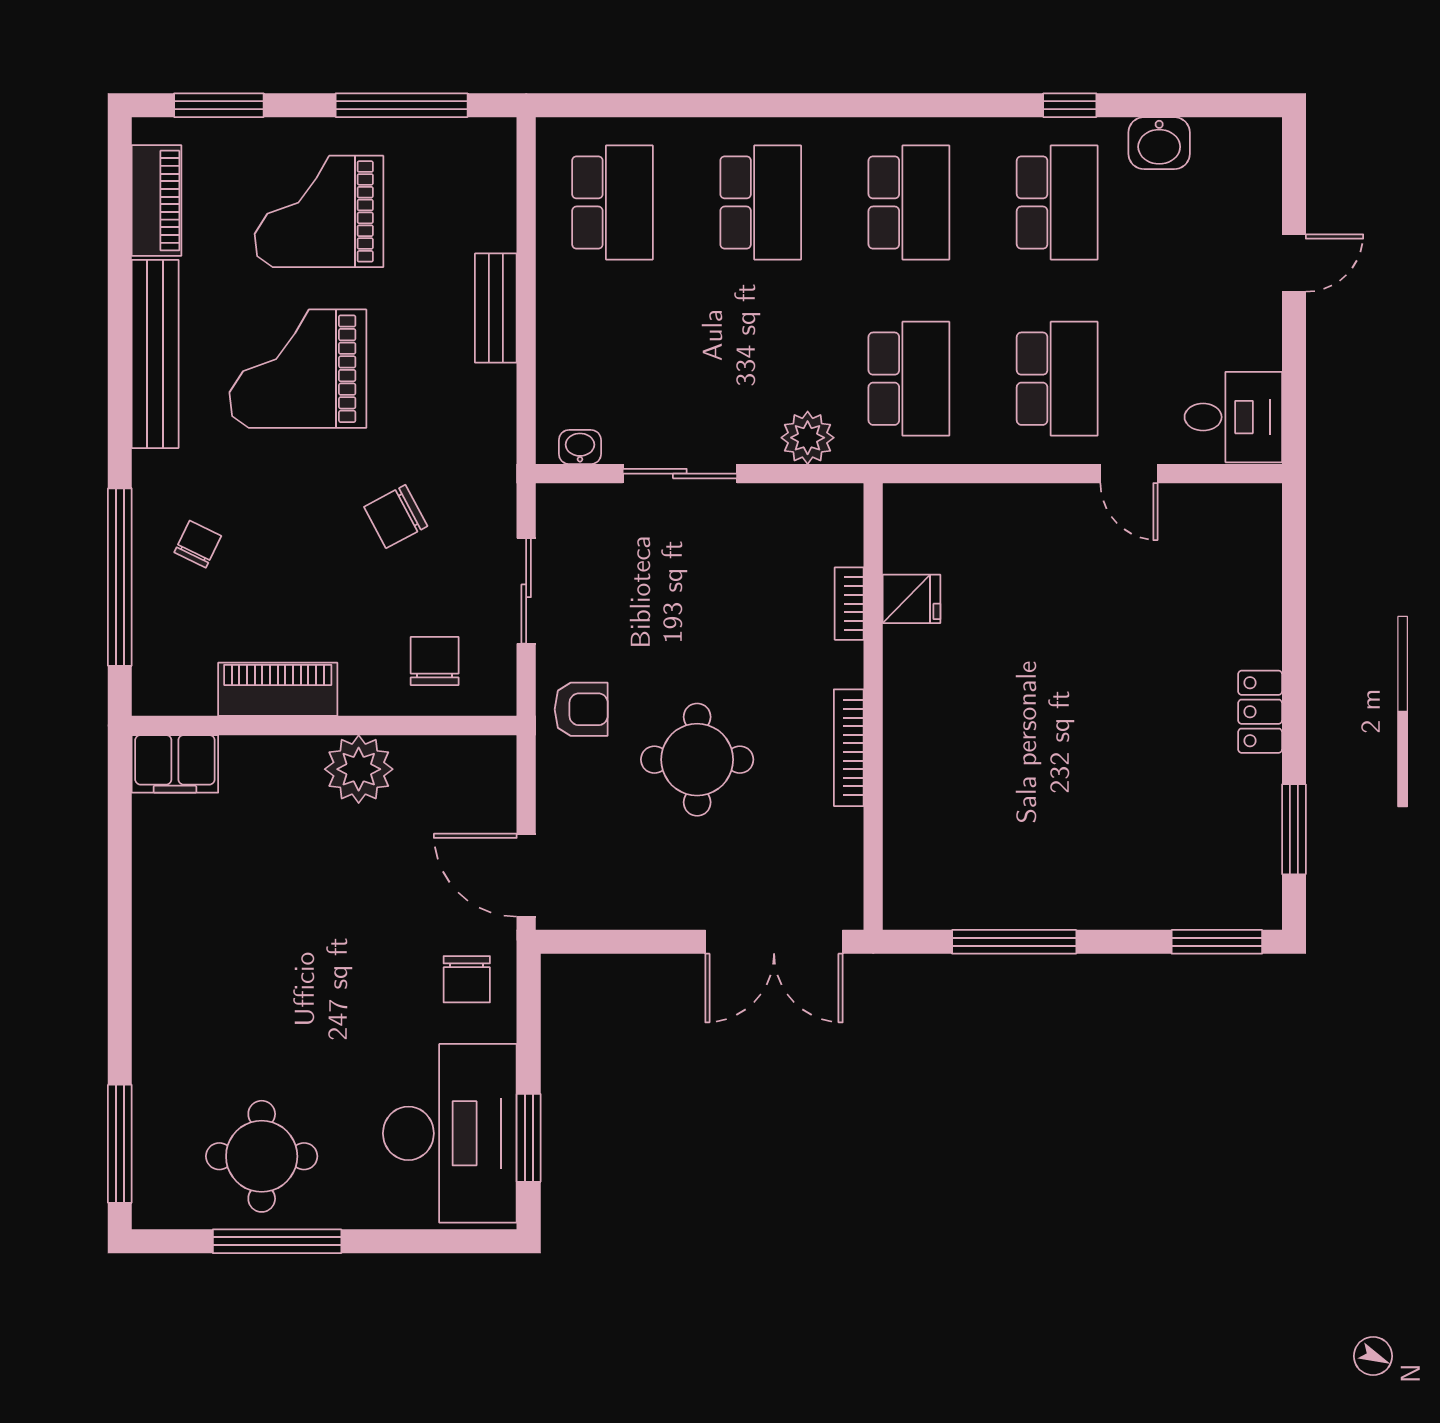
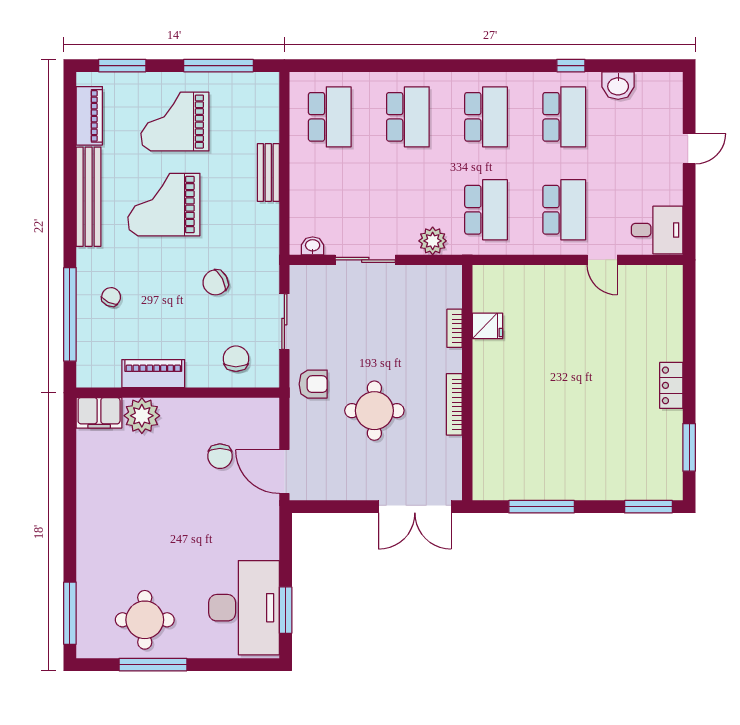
plant: (359, 769) -> (142, 416), moved
chair: (467, 979) -> (220, 456), moved

